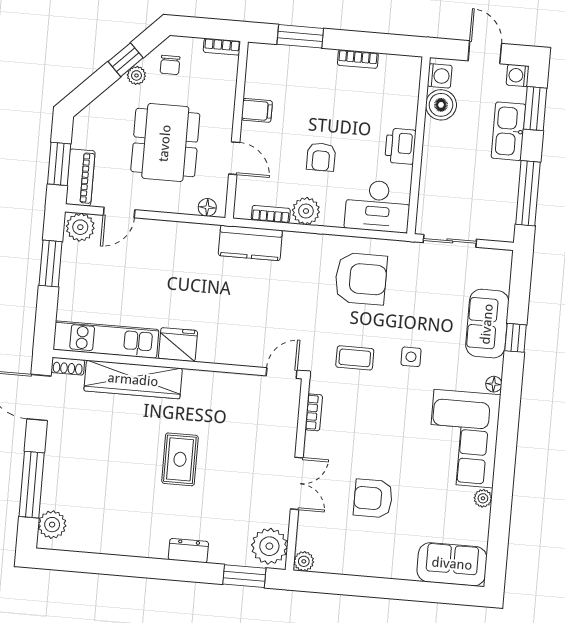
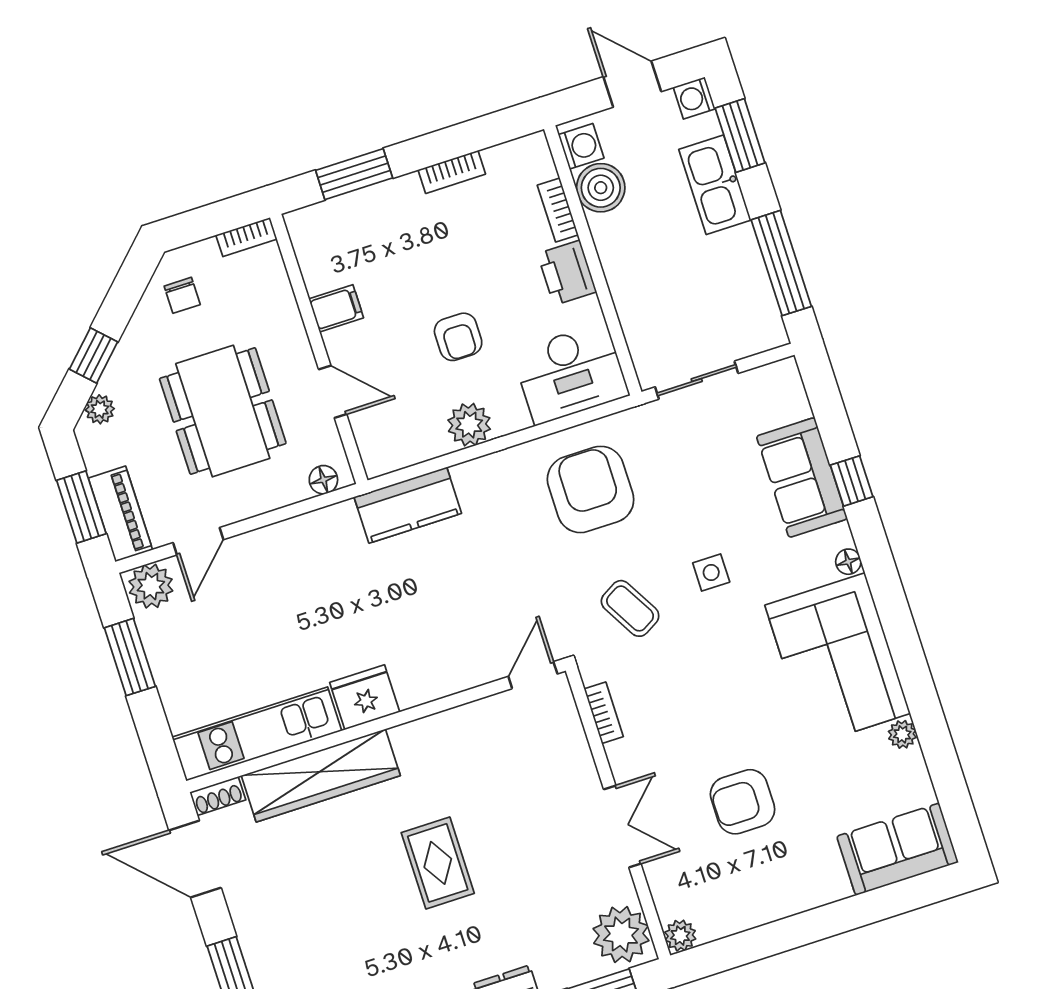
window: (126, 60) -> (94, 355), moved
plant: (136, 75) -> (100, 409), moved
bookcase: (271, 214) -> (558, 210), moved, turned -90
armchair: (361, 279) -> (591, 489), turned -90
coffee table: (355, 358) -> (630, 608), turned 60

